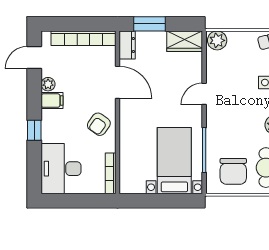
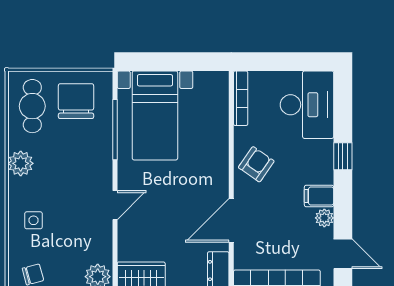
door: (34, 58) -> (343, 254), hinge flipped
door: (117, 82) -> (231, 220), hinge flipped

